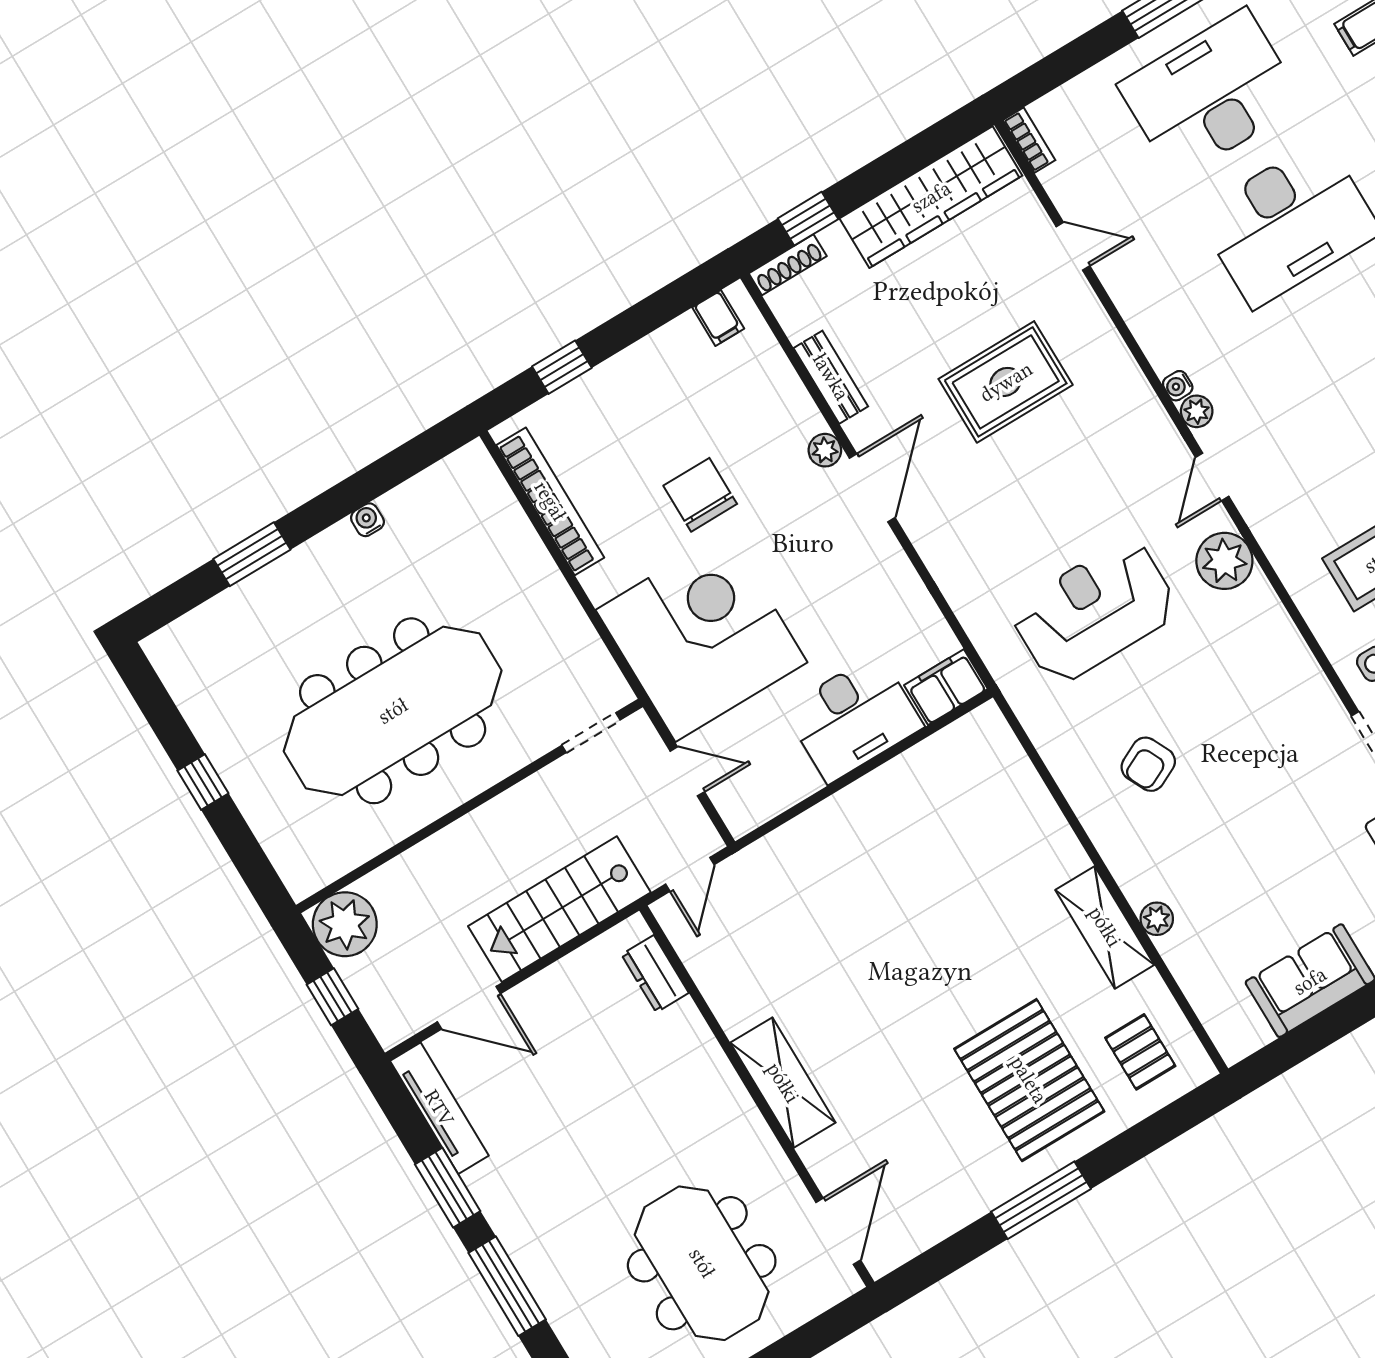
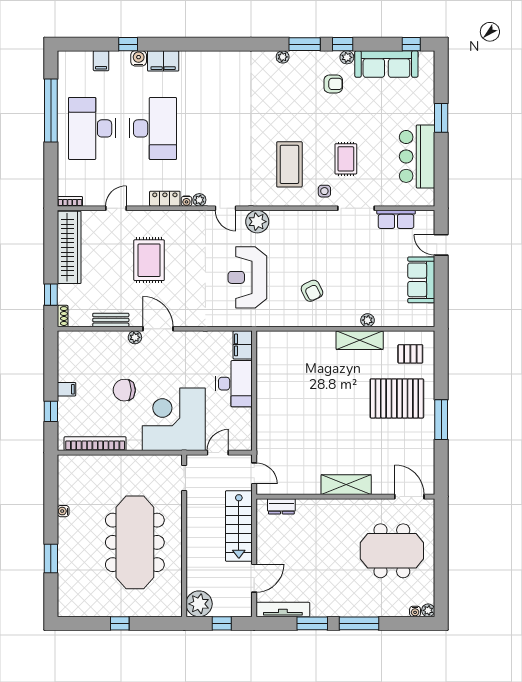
shoe rack: (788, 265) -> (63, 316), width x0.70
filing cabinet: (718, 318) -> (67, 389), moved
locker: (1155, 337) -> (165, 199), added

